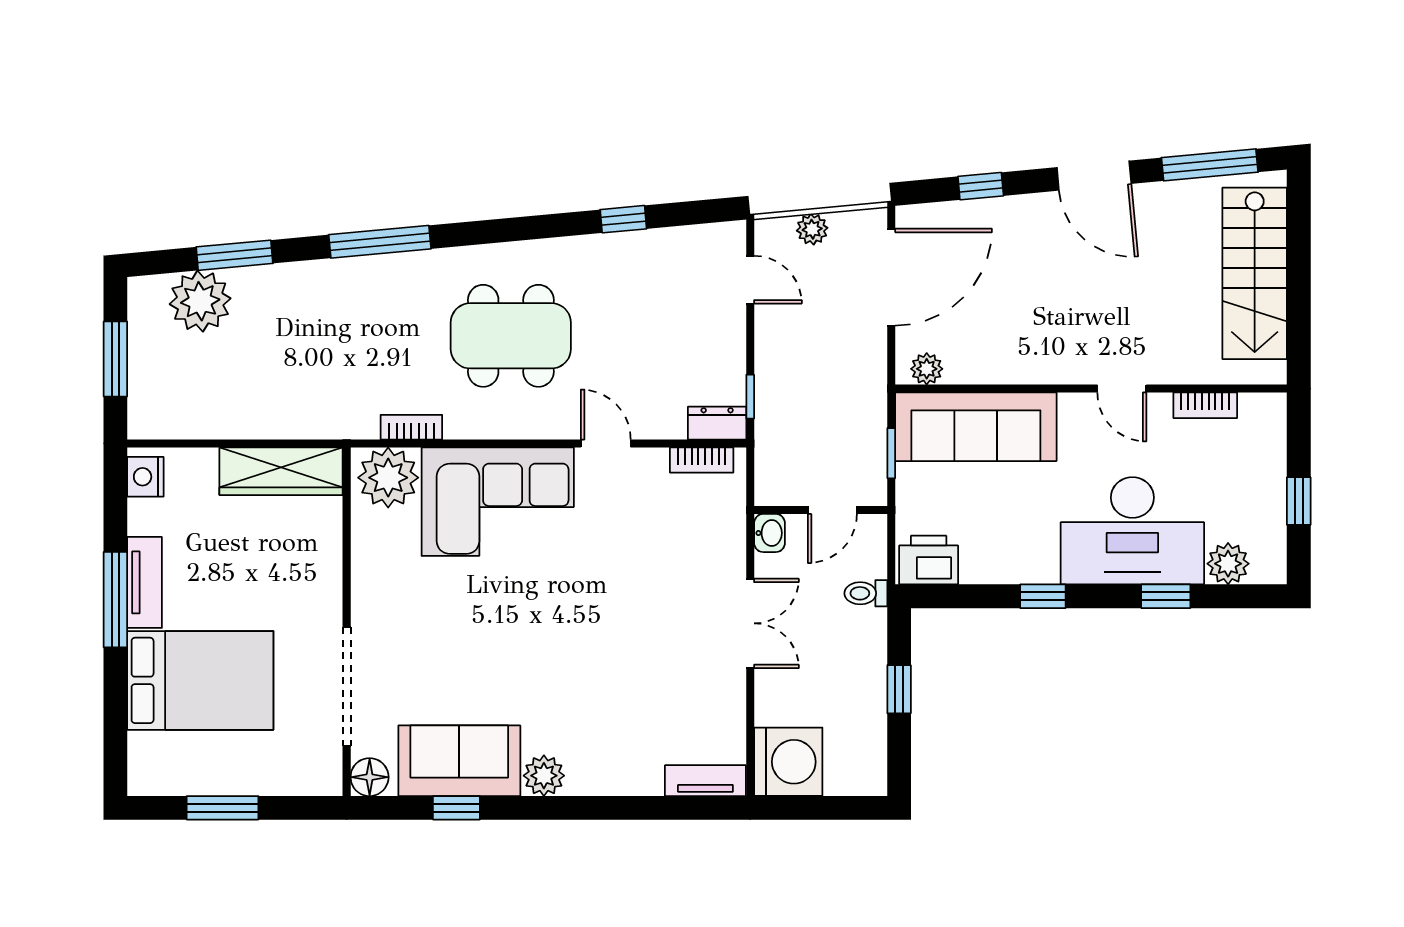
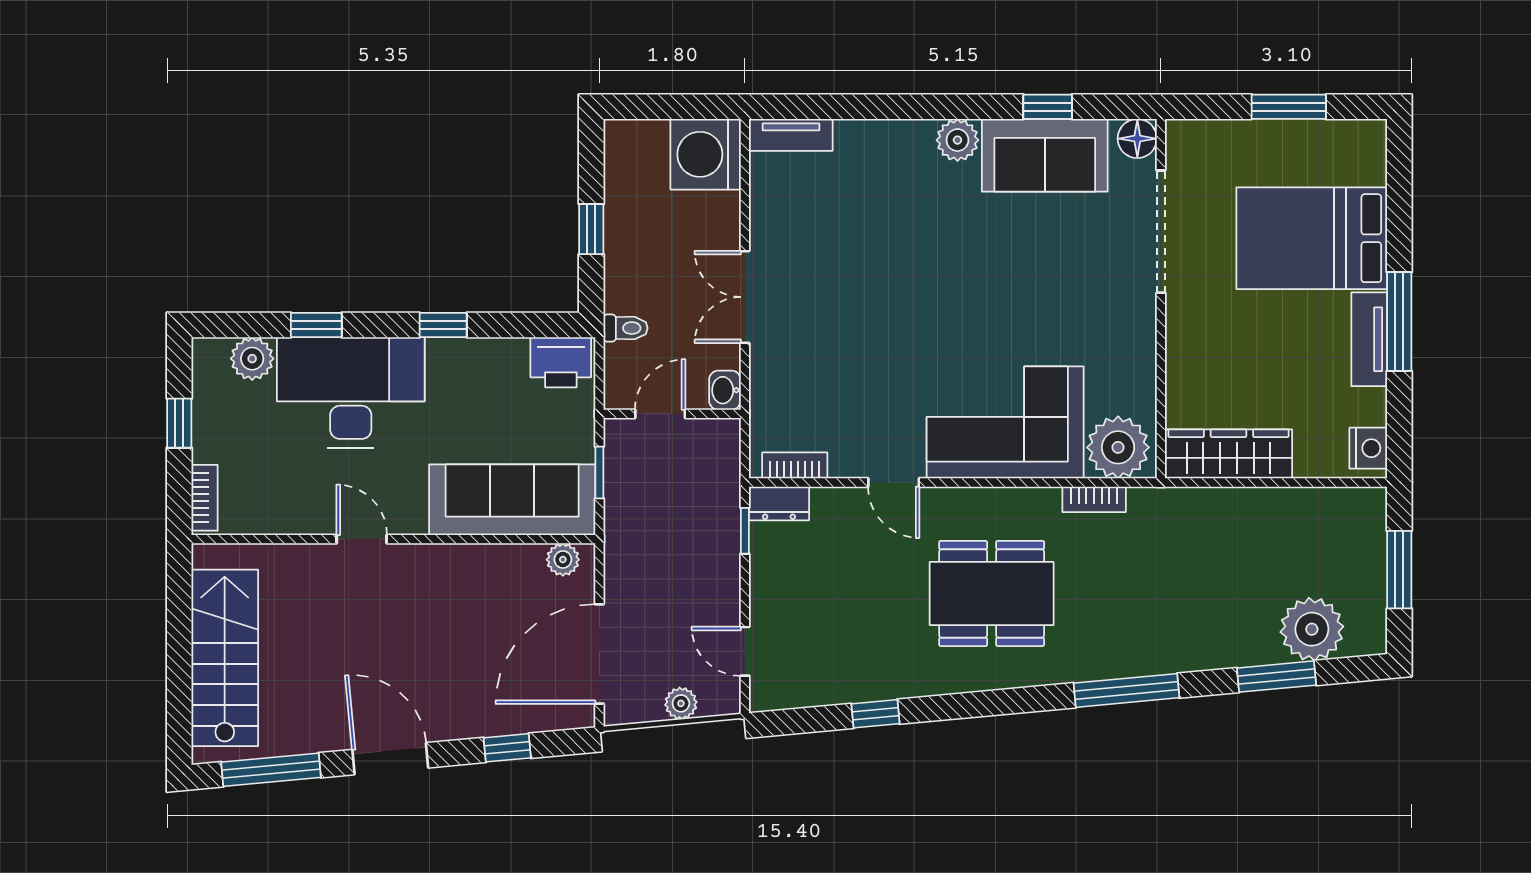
bookcase: (1205, 405) -> (205, 498), moved, turned 90

